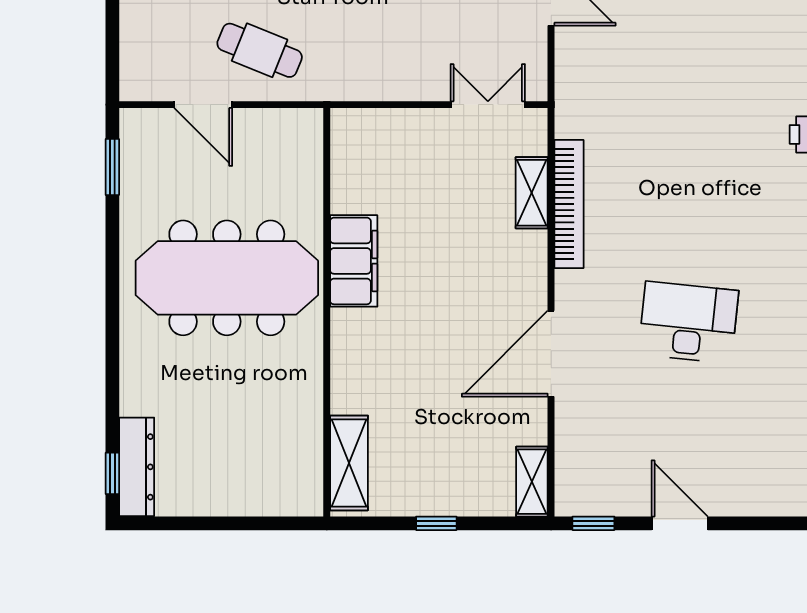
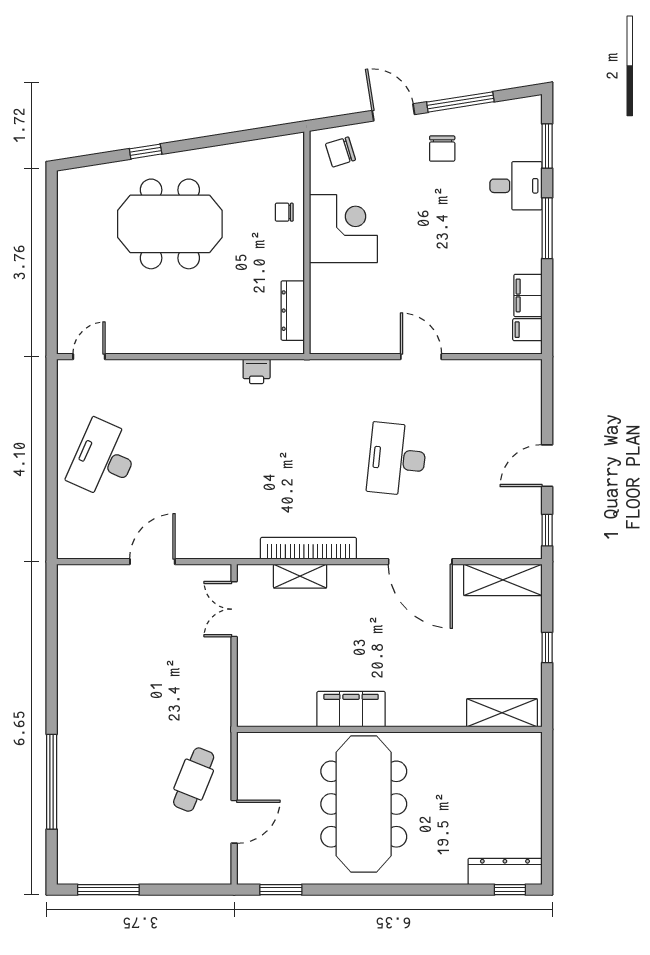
shelving: (532, 482) -> (503, 580), width x1.50, depth x1.33

